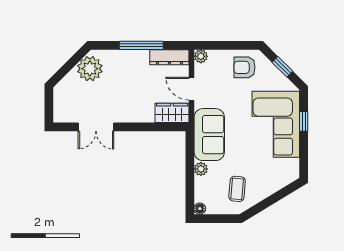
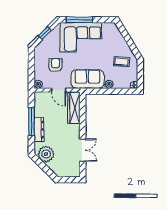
dresser: (169, 57) -> (39, 130), moved
armchair: (245, 67) -> (55, 65), moved, turned 180
door: (192, 89) -> (59, 90), hinge flipped
wardrobe: (172, 113) -> (74, 108), width x1.50
window: (304, 121) -> (79, 20), width x2.17

